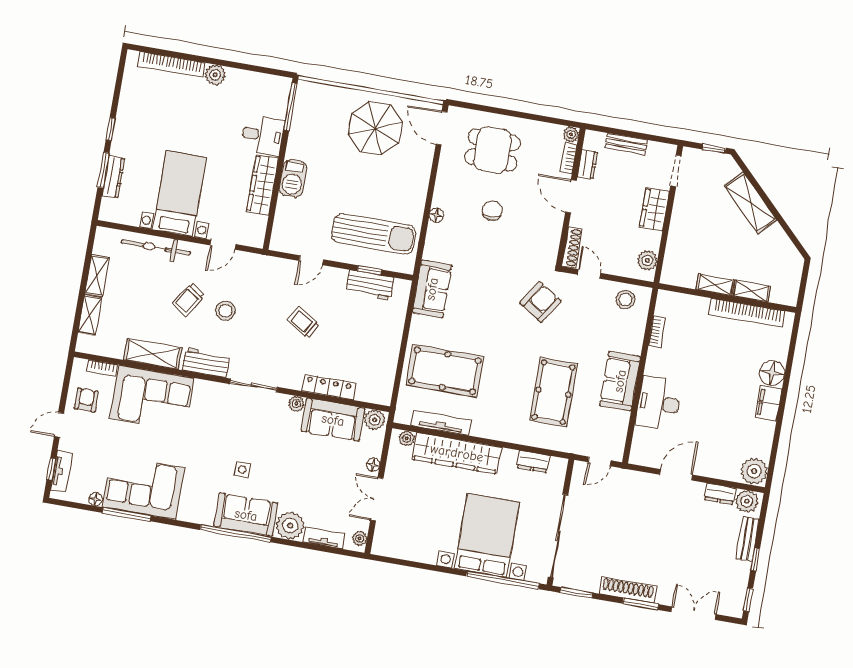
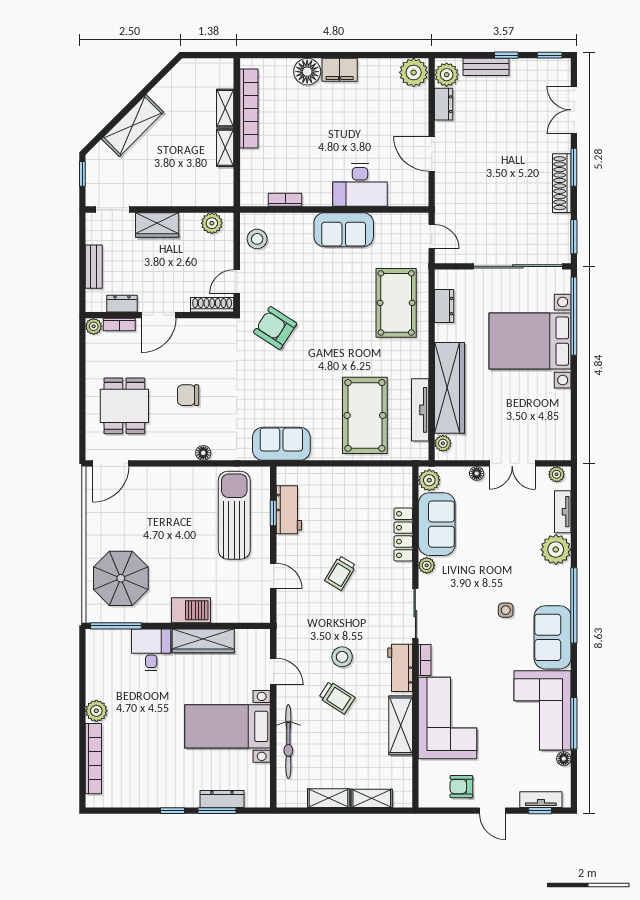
parasol: (375, 128) -> (121, 578), moved
bookcase: (102, 368) -> (425, 660), moved
pool table: (553, 392) -> (396, 303), moved, turned 90
sofa: (246, 515) -> (552, 637), moved

